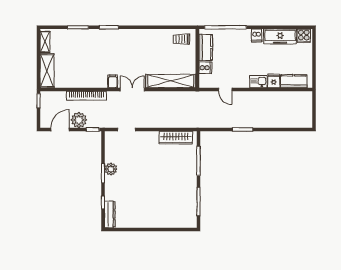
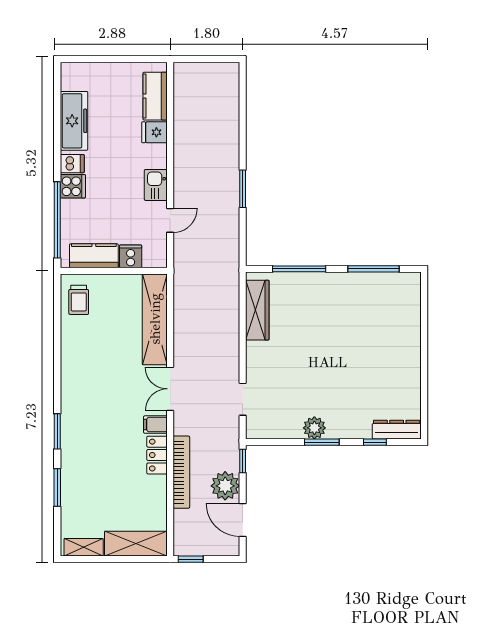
cooker: (304, 36) -> (73, 186), moved
locker: (96, 82) -> (157, 455), added
kitchen sink: (258, 82) -> (156, 185), moved

